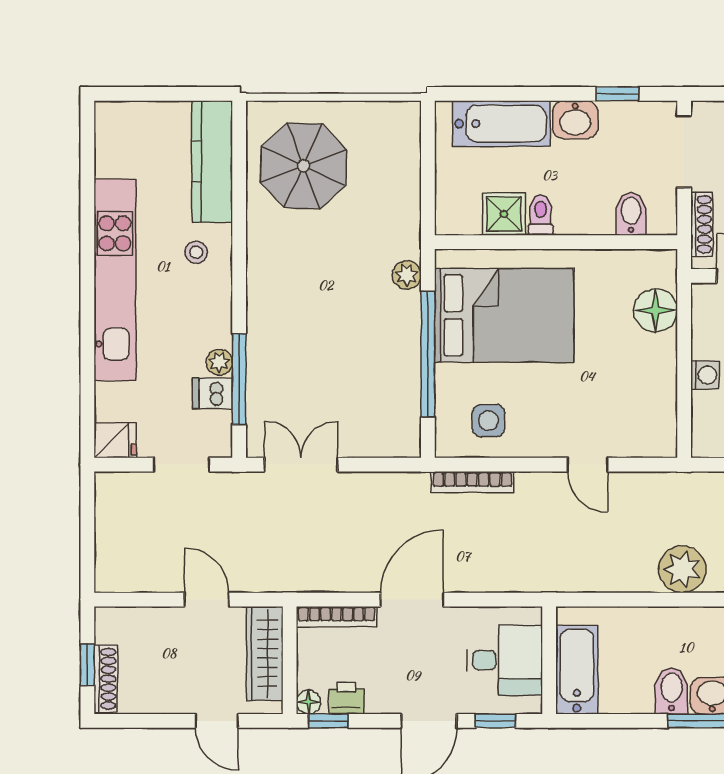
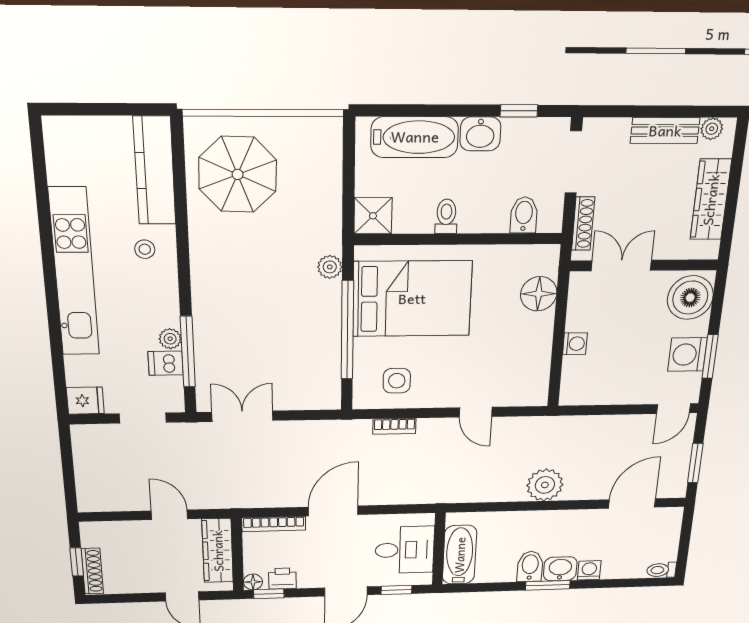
shower: (504, 214) -> (373, 216), moved
bookcase: (472, 482) -> (394, 426), width x0.64

